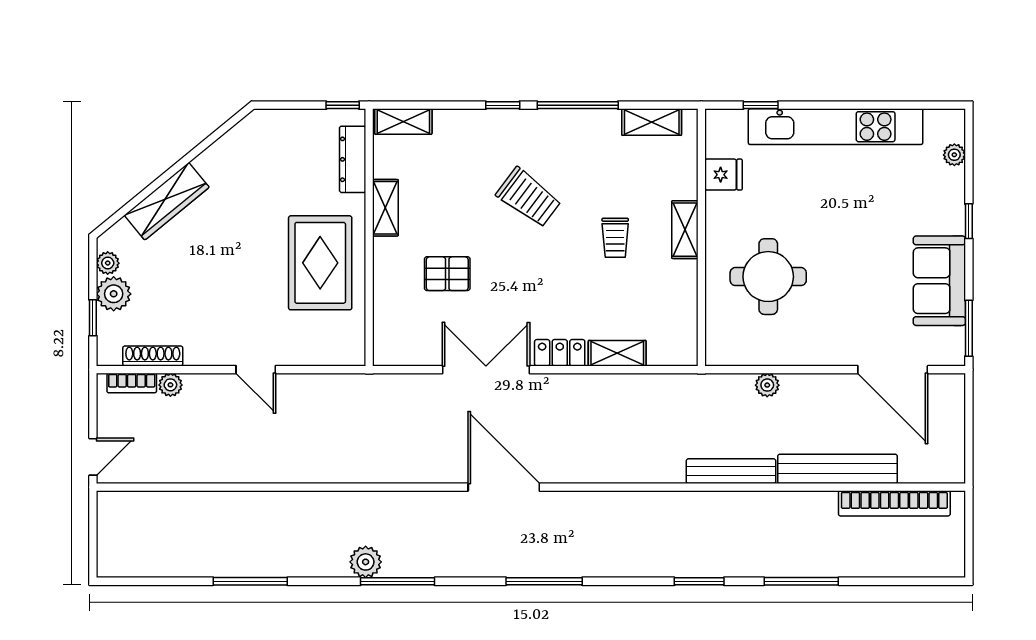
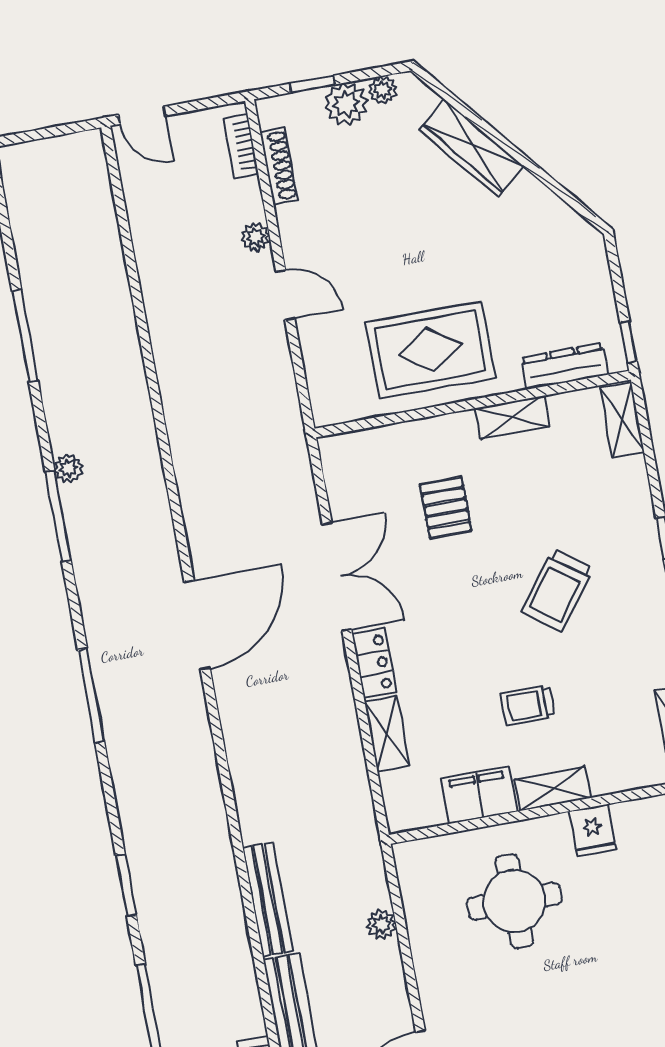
fridge: (724, 175) -> (593, 830), moved
filing cabinet: (679, 289) -> (479, 795), added
door: (256, 370) -> (285, 295), swing flipped
plant: (170, 385) -> (255, 237), moved
plant: (366, 562) -> (68, 468), width x0.73, depth x0.73

